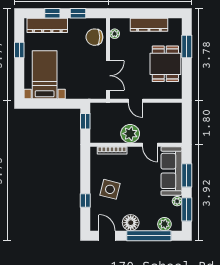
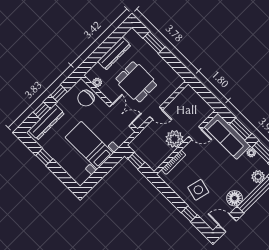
dining table: (165, 64) -> (136, 82), moved
bed with nightstands: (45, 75) -> (89, 145), moved

